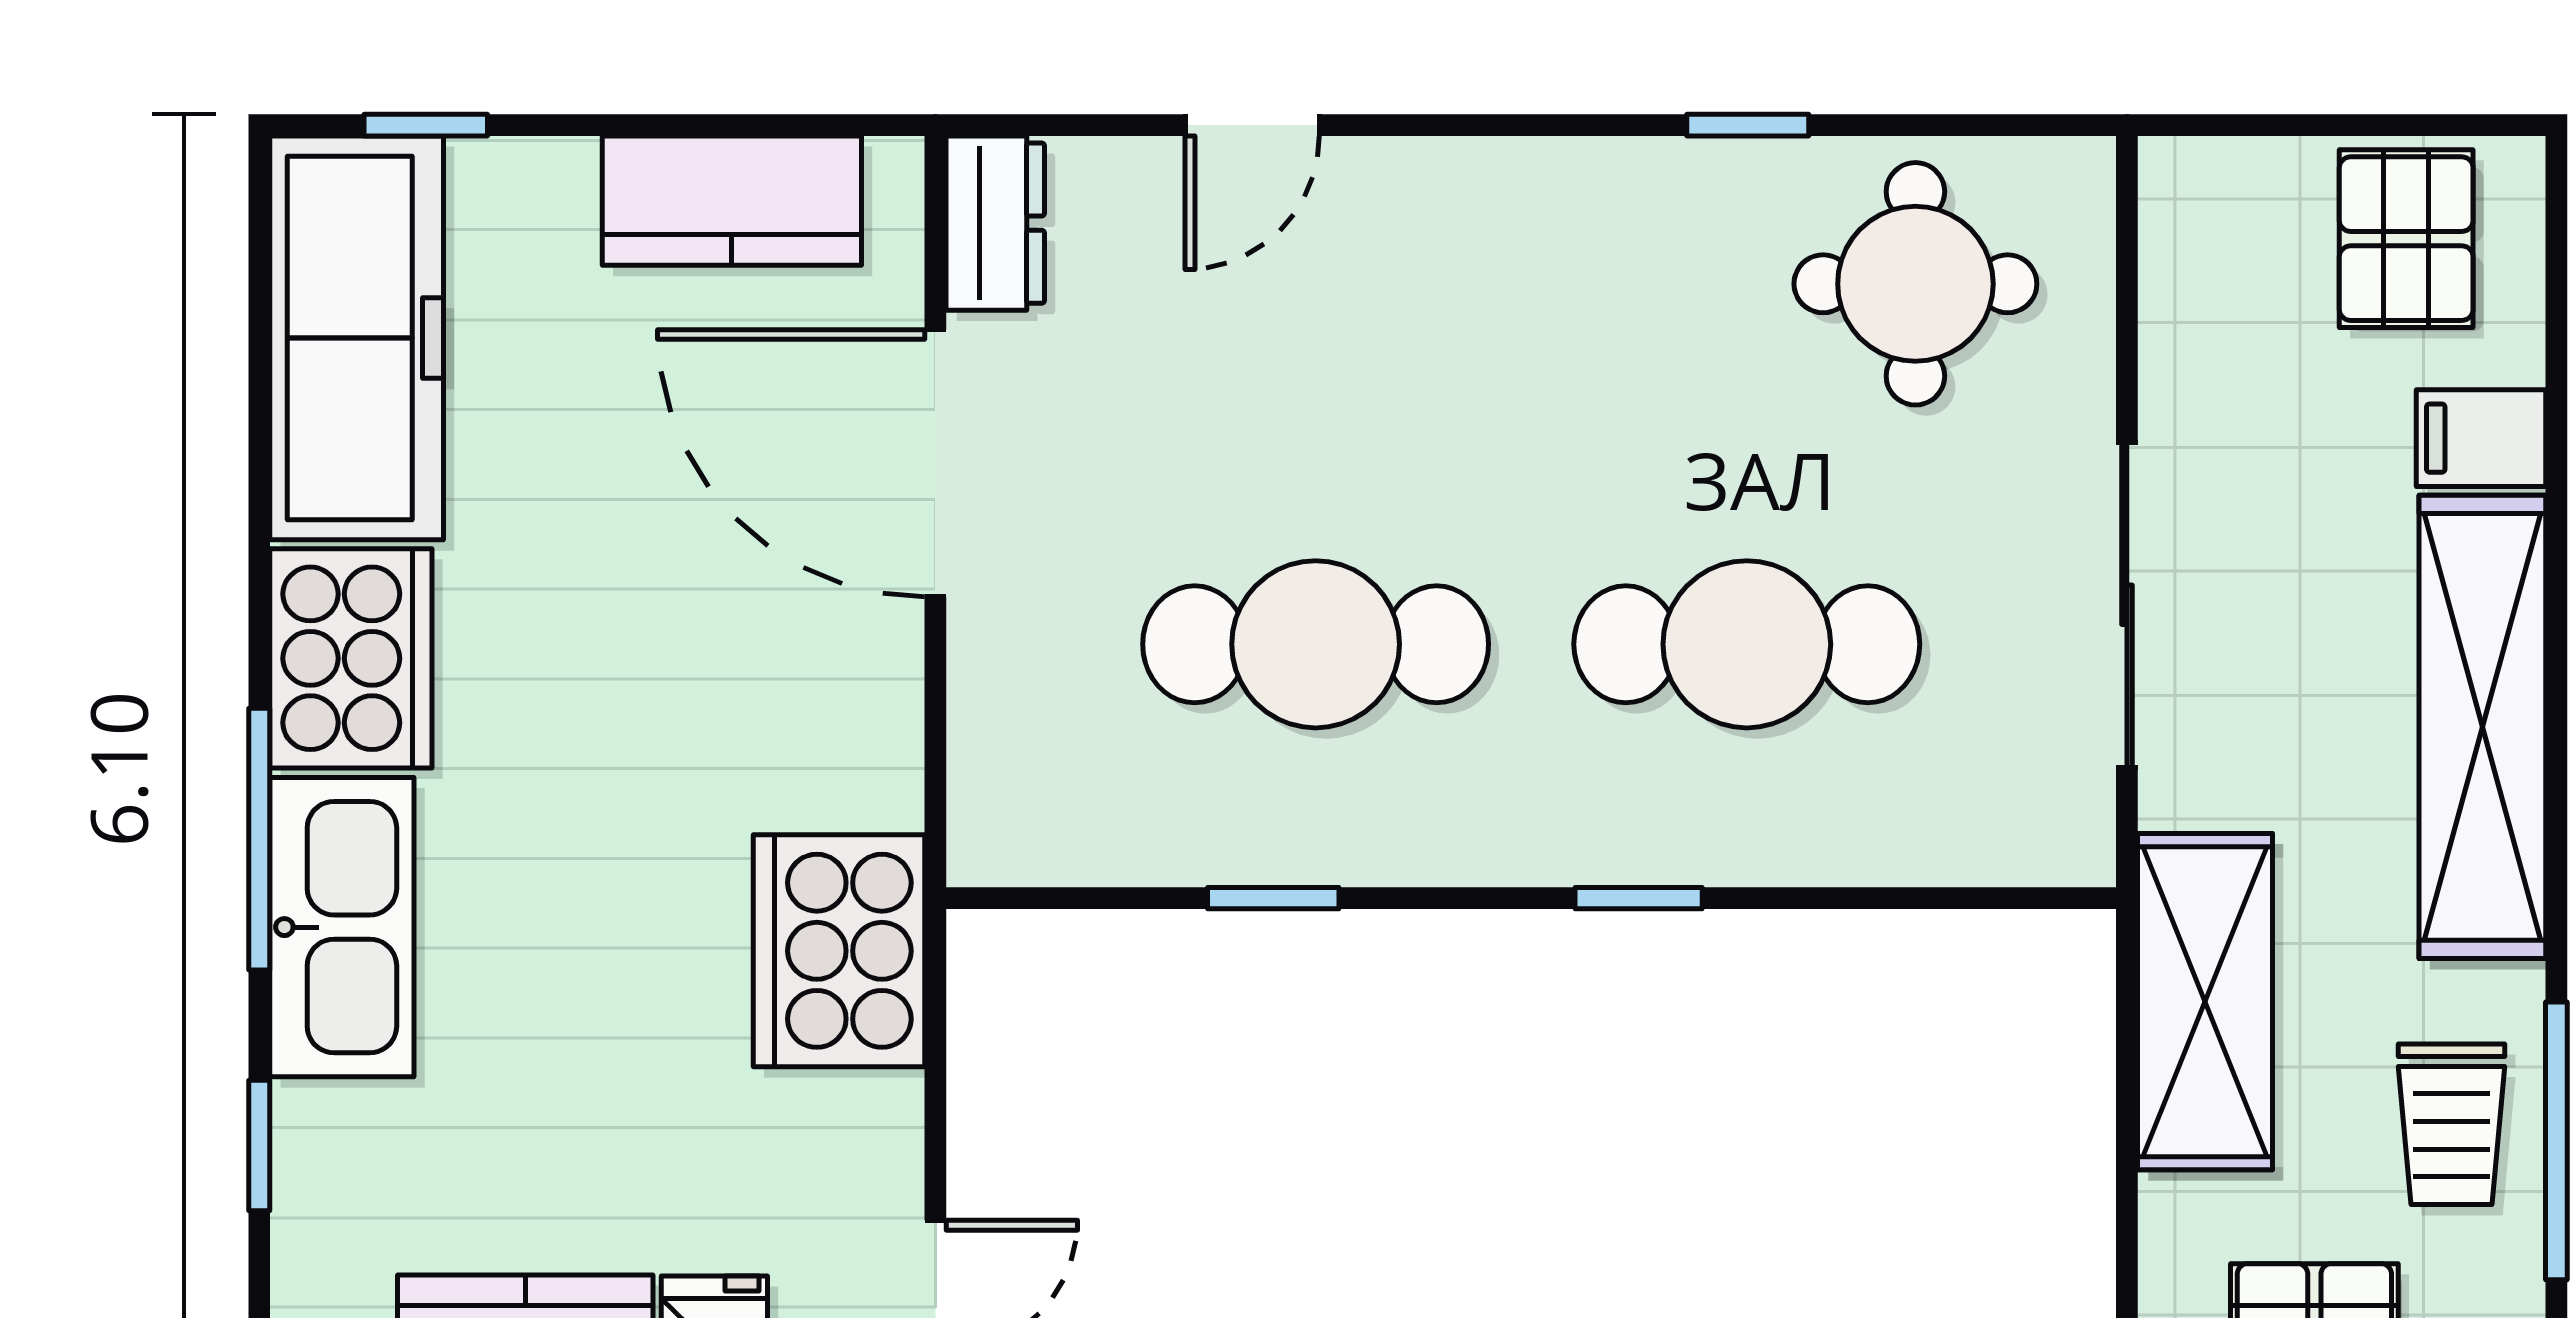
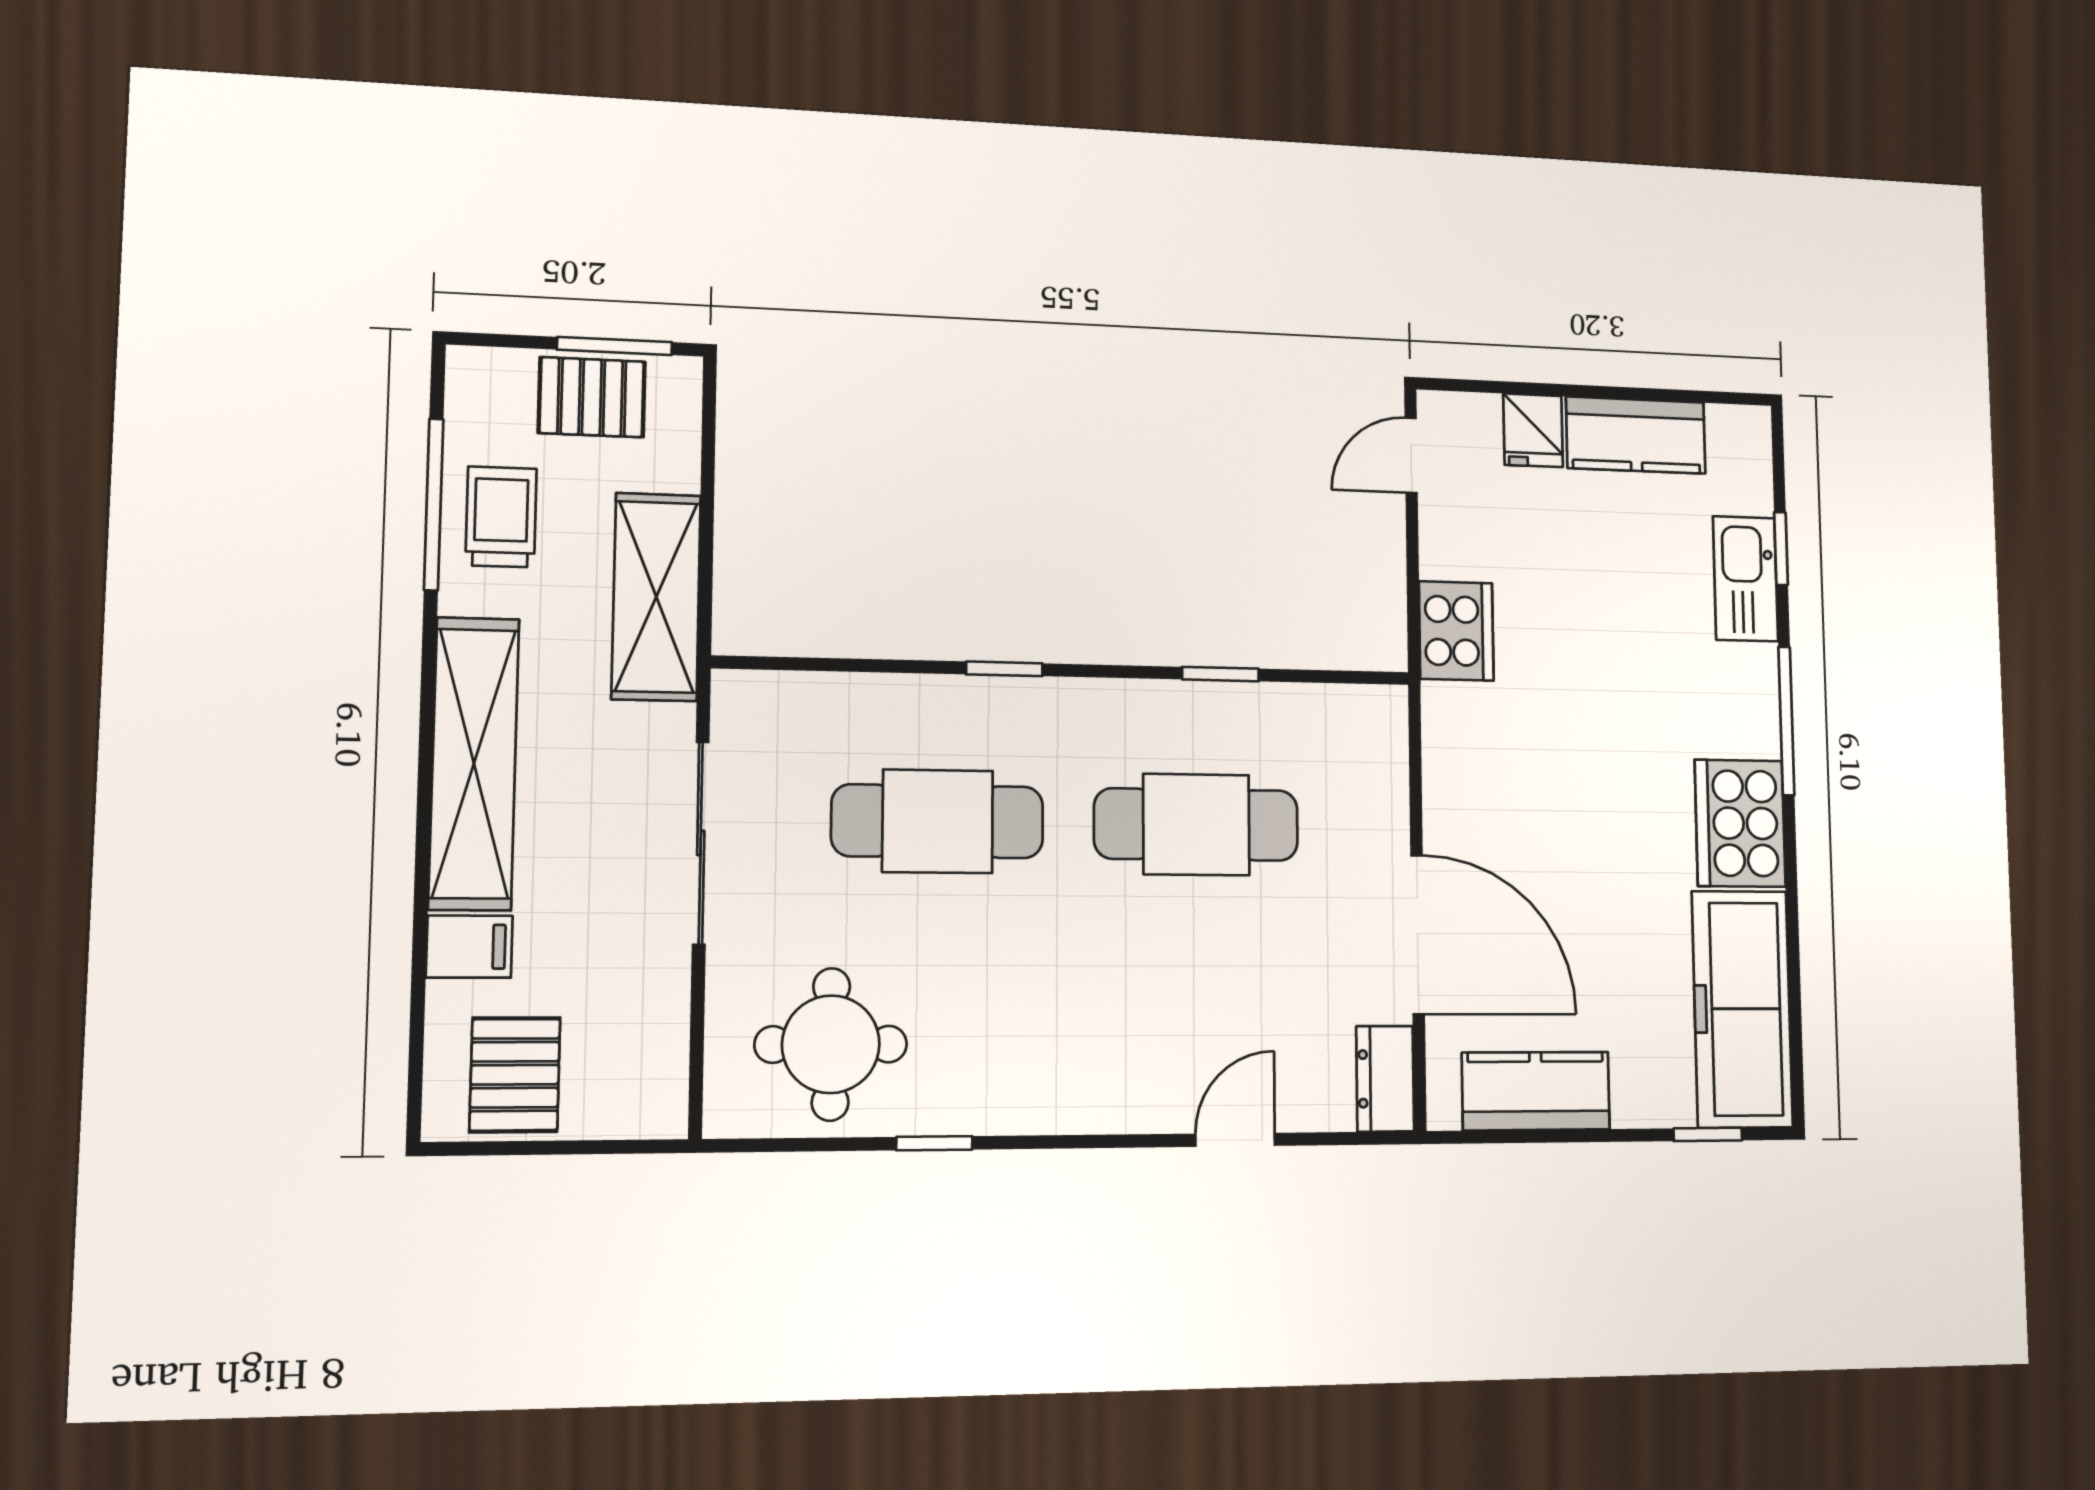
kitchen sink: (342, 927) -> (1745, 579), moved, width x0.73, depth x0.81
cooker: (839, 951) -> (1456, 631), width x0.73, depth x0.76

